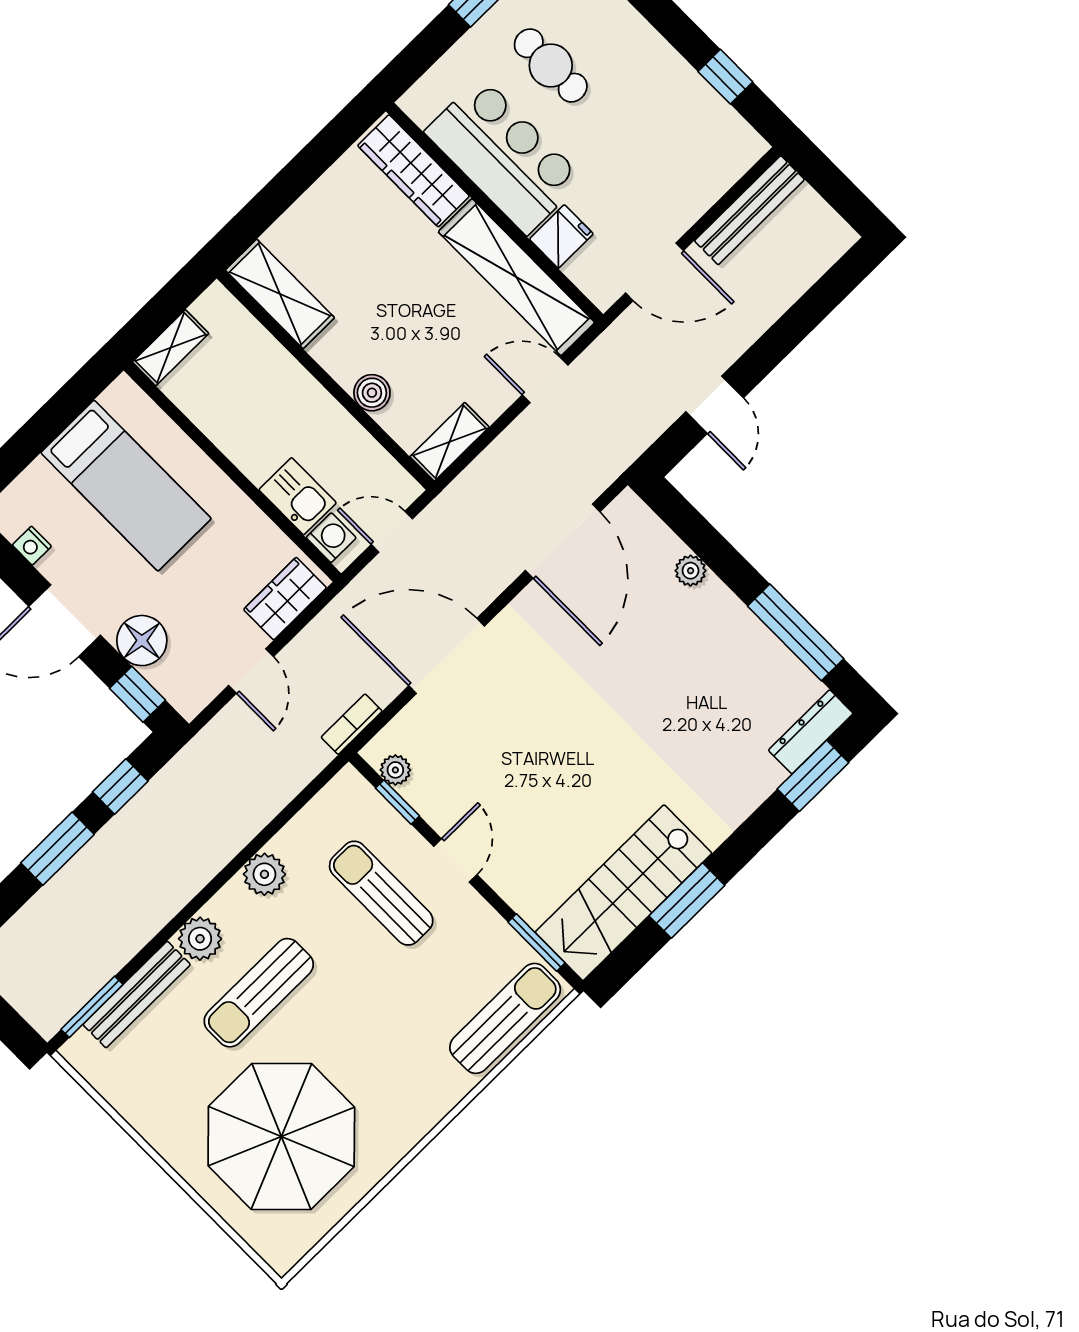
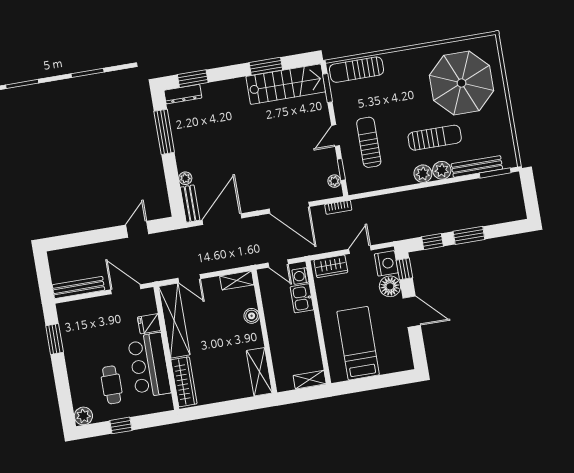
window: (725, 77) -> (55, 339), width x1.50
bench: (646, 527) -> (190, 204), added
nightstand: (32, 546) -> (386, 263), moved, width x1.89, depth x1.79
plant: (264, 874) -> (423, 174), moved
sun lounger: (381, 893) -> (369, 142), turned 180

